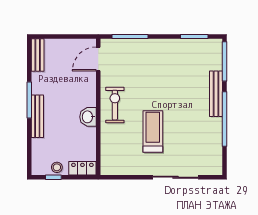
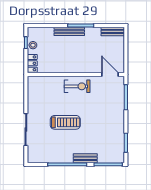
bench: (216, 94) -> (85, 158), width x0.73
washbasin: (88, 117) -> (69, 67), removed
treadmill: (153, 132) -> (65, 122), moved

